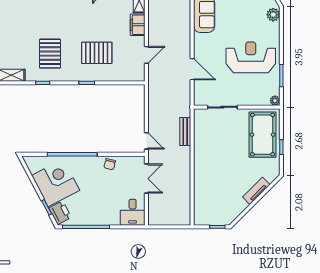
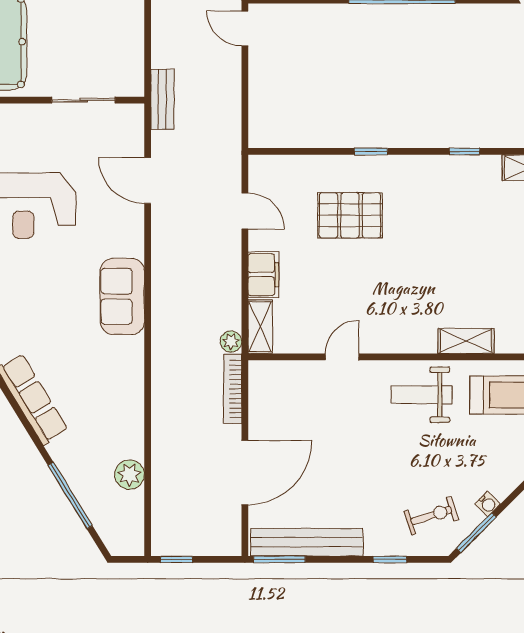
pallet: (50, 54) -> (449, 214), removed
door: (146, 55) -> (245, 211), swing flipped
bench: (185, 132) -> (162, 99), moved

